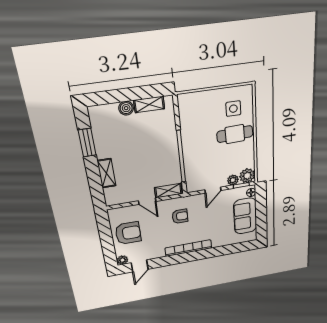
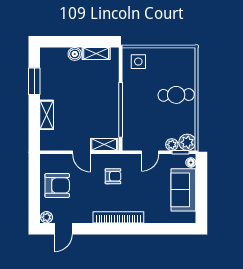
side table: (233, 109) -> (138, 62), moved

